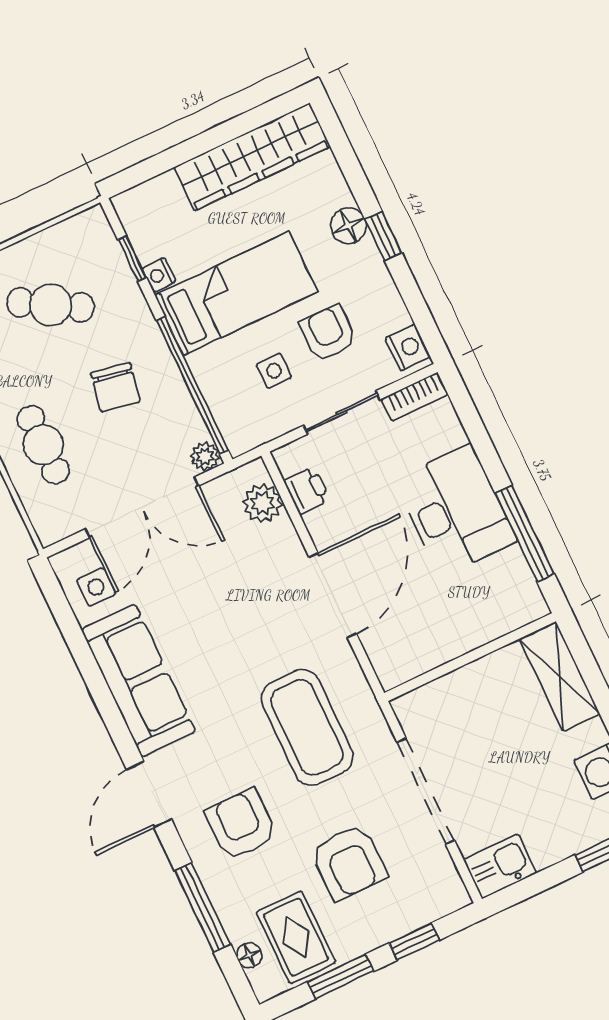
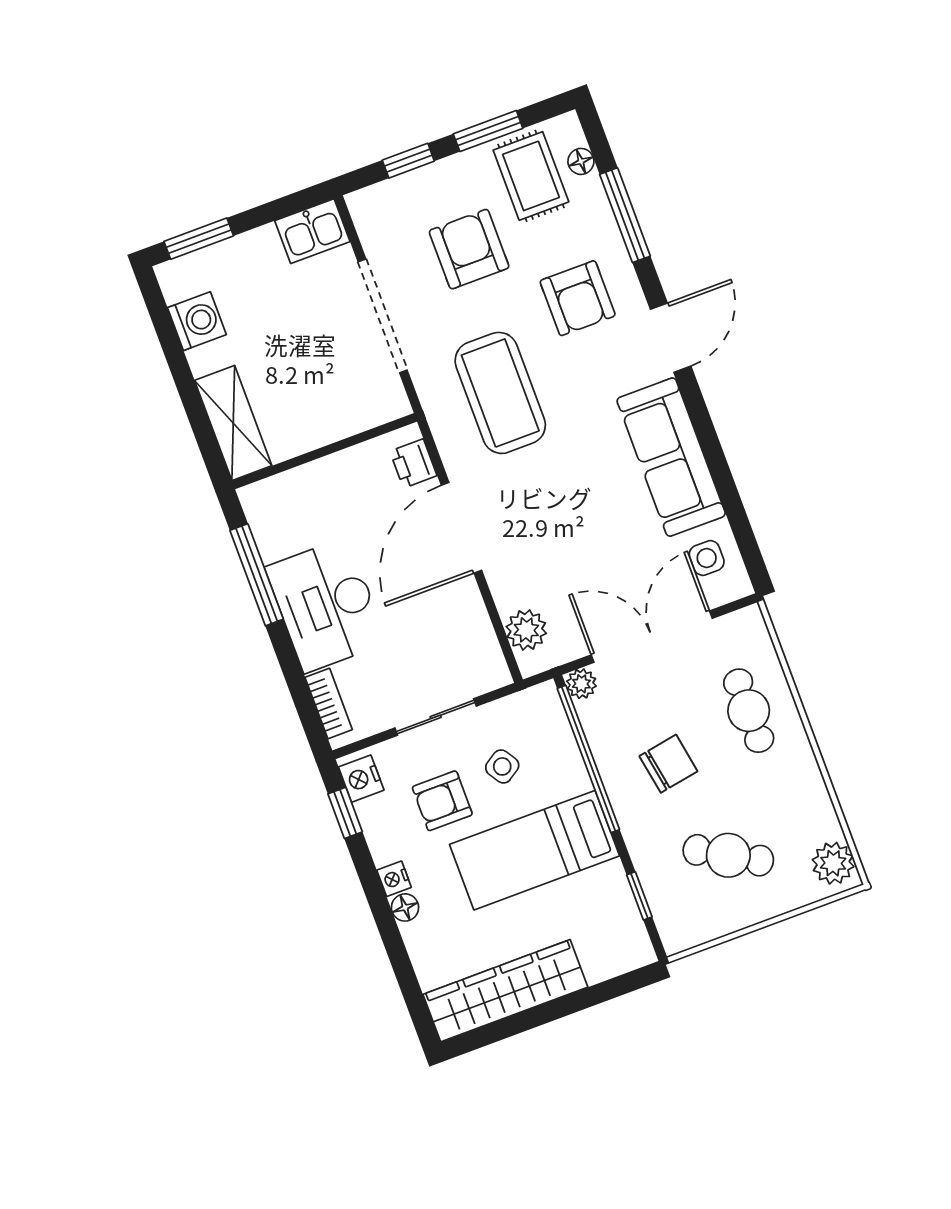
floor lamp: (349, 226) -> (405, 907), width x0.73, depth x0.73
window: (383, 236) -> (345, 813), moved
nightstand: (159, 275) -> (394, 879), moved, turned 180
armchair: (328, 333) -> (442, 801), turned 90
side table: (274, 371) -> (502, 766), turned -33
chair: (115, 387) -> (668, 764), turned 69
bookcase: (415, 397) -> (329, 703), moved, turned 90
printer: (307, 490) -> (413, 463), moved

